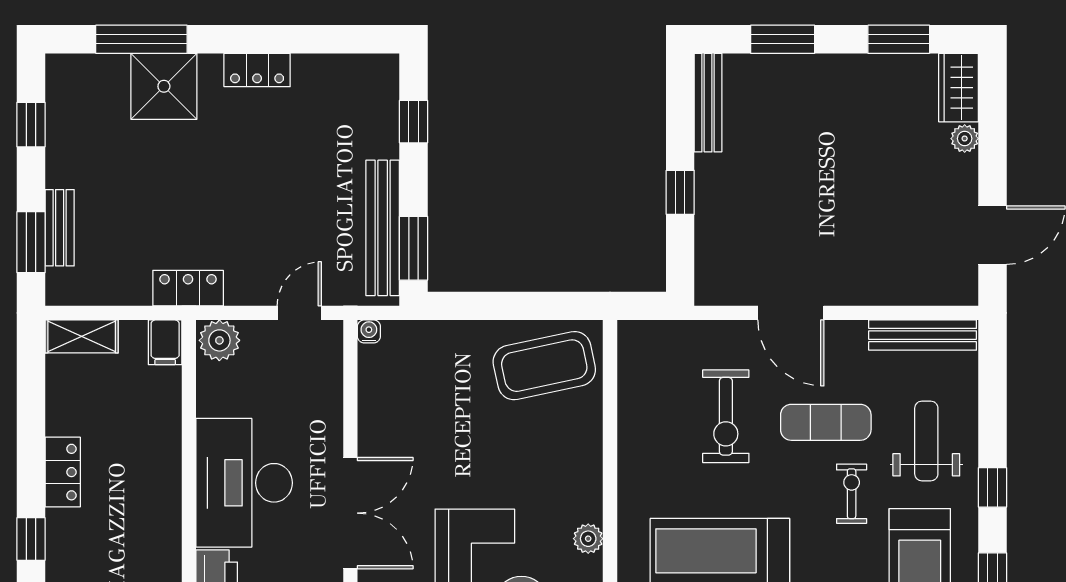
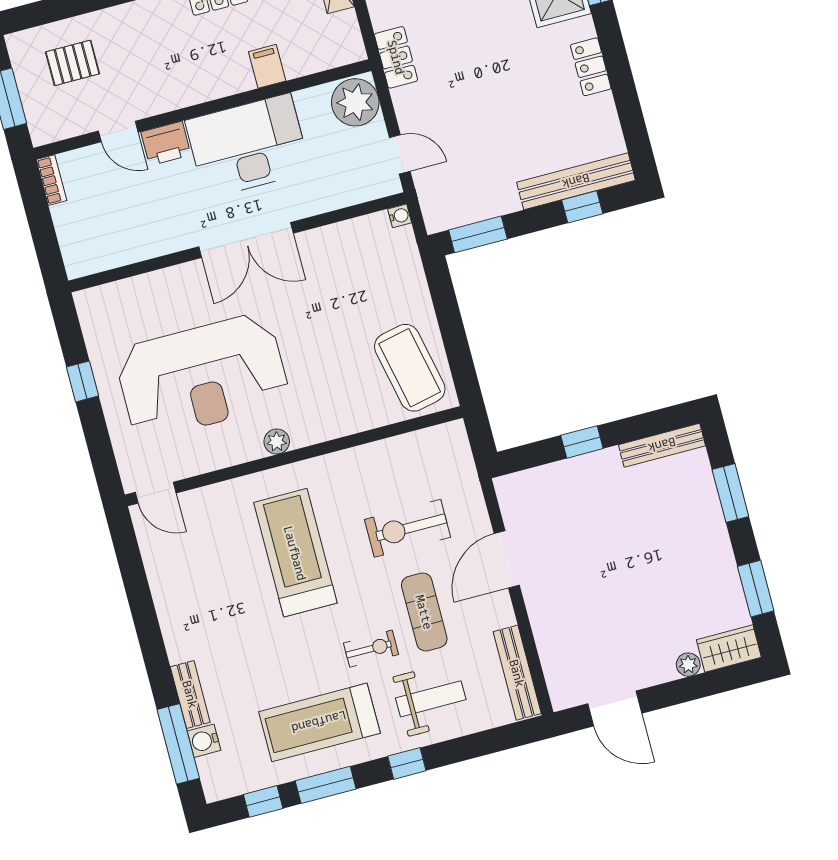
bench: (383, 228) -> (576, 181), moved
plant: (219, 340) -> (355, 102), width x1.36, depth x1.36
filing cabinet: (165, 342) -> (267, 66), moved, turned 90

